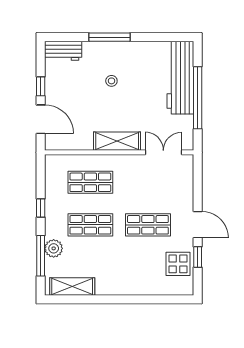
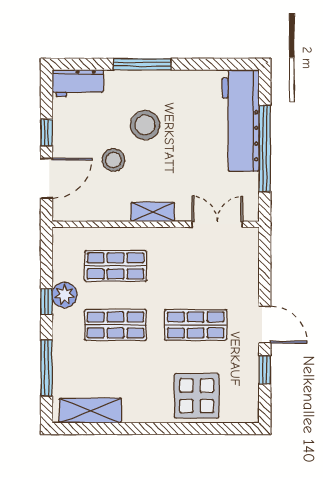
stool: (111, 81) -> (145, 125), width x1.89, depth x1.89
stool: (89, 106) -> (113, 160), added
door: (41, 119) -> (46, 178), hinge flipped
shelving: (117, 141) -> (153, 212), width x0.67, depth x0.75
plant: (54, 248) -> (65, 295), moved
display table: (178, 264) -> (197, 396), moved, width x1.36, depth x1.36

